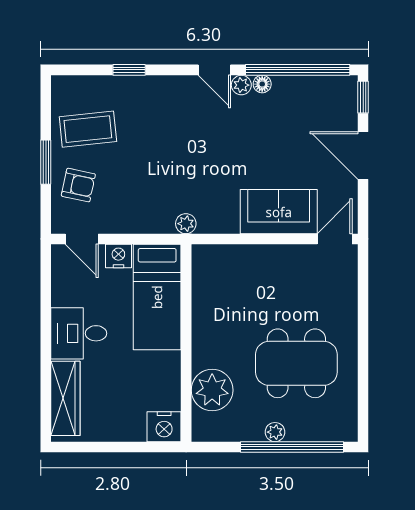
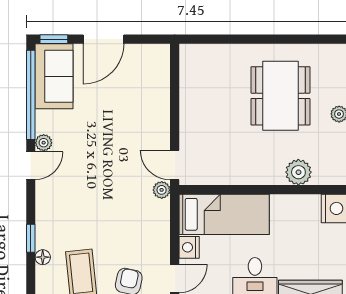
floor lamp: (262, 84) -> (43, 257), moved
sofa: (279, 212) -> (54, 76), moved, turned 180
door: (335, 239) -> (175, 165), moved
plant: (212, 390) -> (298, 172), width x0.73, depth x0.73

